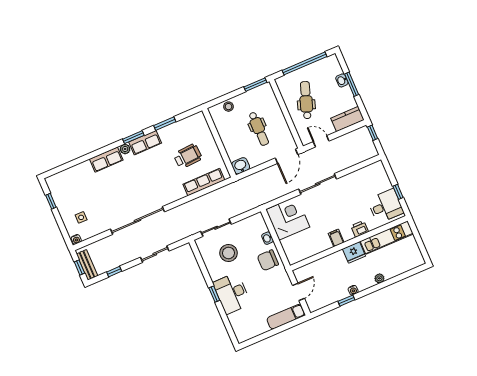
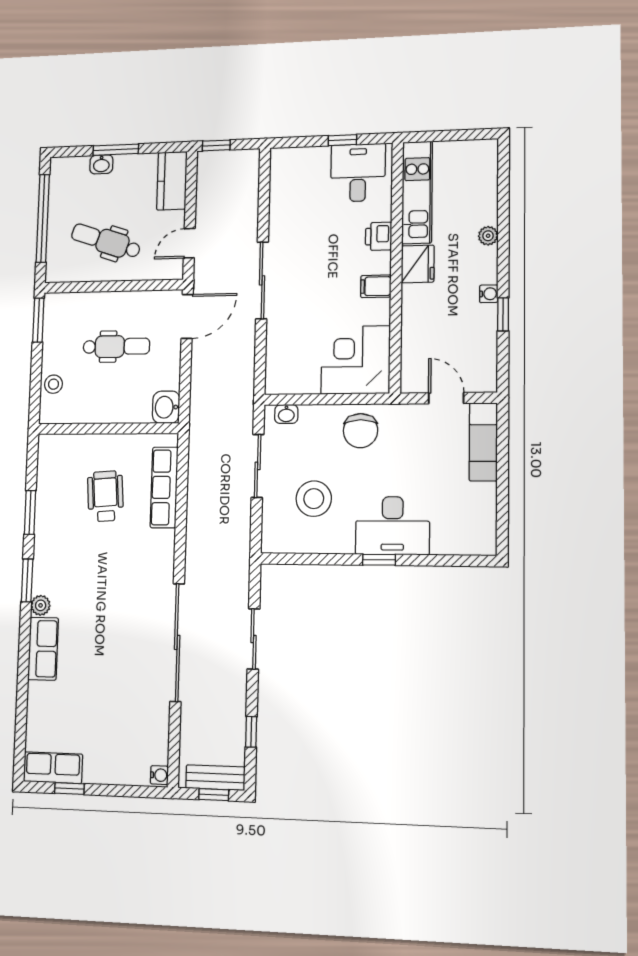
row of seats: (145, 143) -> (53, 768), moved, turned -90
door: (287, 156) -> (187, 316), hinge flipped
side table: (81, 217) -> (124, 746), removed
corner desk: (288, 218) -> (356, 360), moved
sliding door: (216, 228) -> (258, 466), moved
washbasin: (267, 238) -> (286, 414), moved

